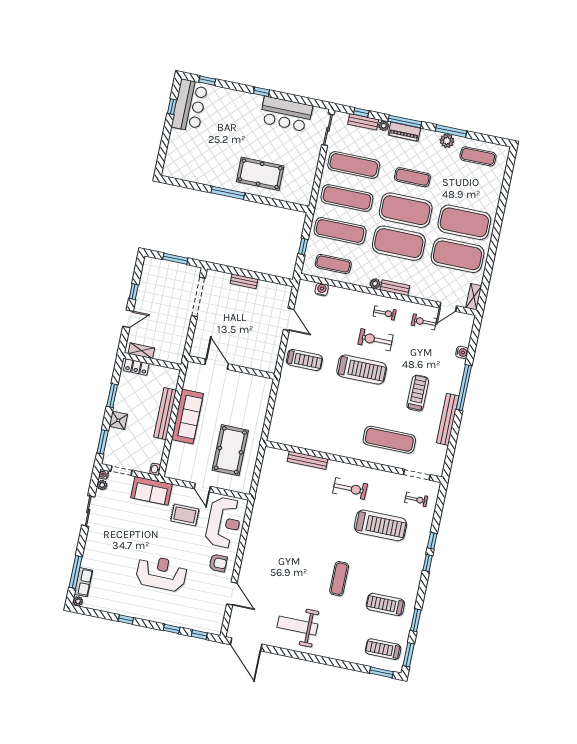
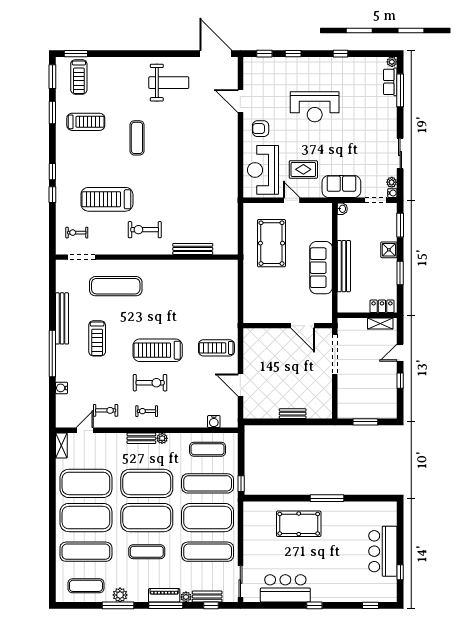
bar counter: (190, 105) -> (383, 551), moved
exercise mat: (471, 189) -> (86, 552), added
exercise mat: (347, 198) -> (208, 518), width x1.47
window: (303, 247) -> (241, 484), moved
doorway: (198, 297) -> (335, 354), moved
treadmill: (383, 649) -> (79, 77), turned 90

